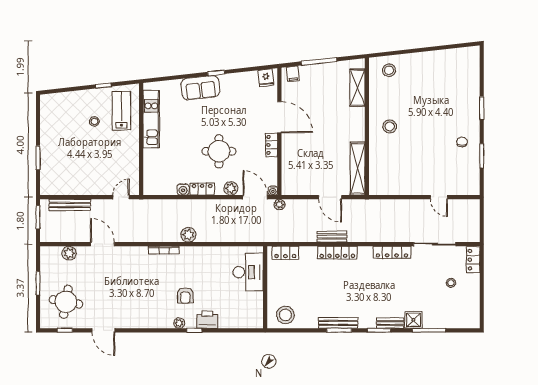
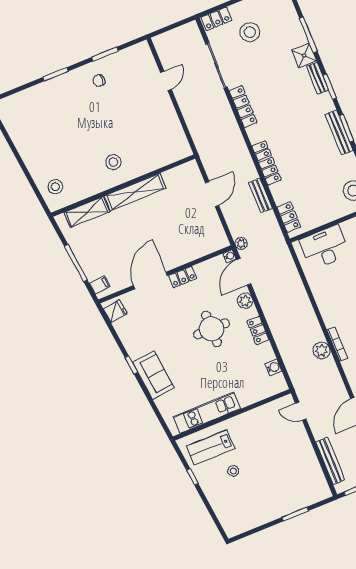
shelving: (358, 168) -> (135, 192), moved
water cooler: (183, 189) -> (273, 367), moved
plant: (188, 235) -> (321, 350), moved
bench: (332, 237) -> (260, 196), moved
stool: (451, 283) -> (250, 32), width x1.89, depth x1.89

